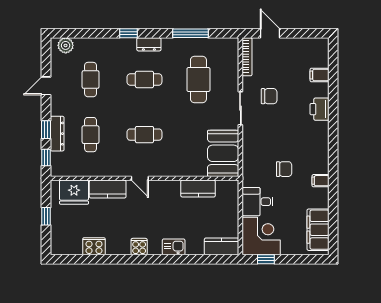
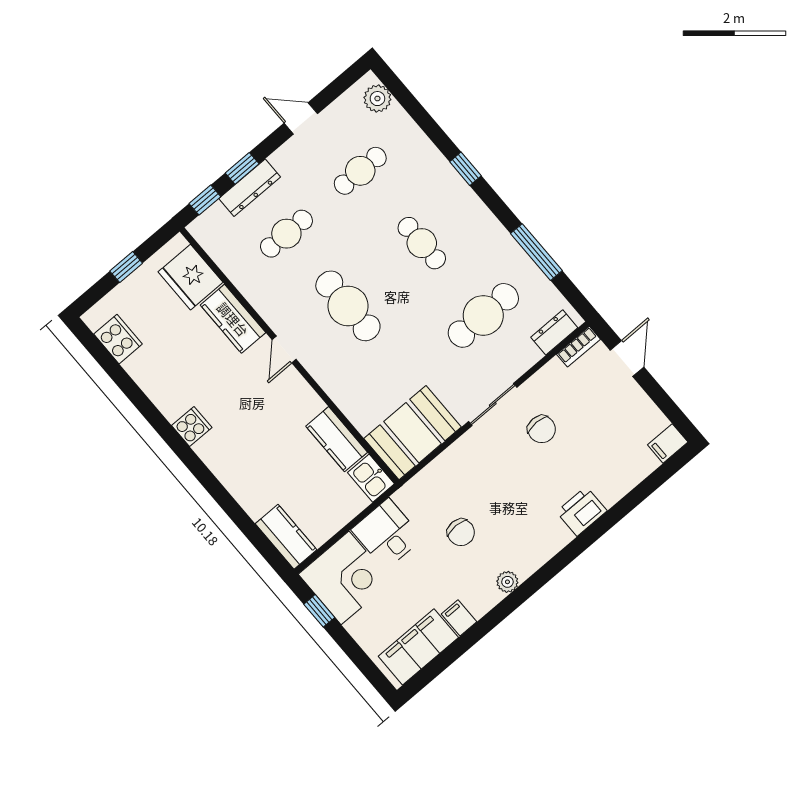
dresser: (149, 44) -> (554, 332), moved, turned 90
bookcase: (247, 57) -> (579, 347), width x0.64
filing cabinet: (319, 75) -> (668, 443), moved, turned -90
cafe table: (144, 135) -> (348, 306), width x1.37, depth x1.35
plant: (323, 167) -> (507, 582), added
filing cabinet: (320, 181) -> (459, 618), moved
cooker: (94, 246) -> (118, 339), moved
kitchen sink: (174, 247) -> (371, 478), moved, turned 180

